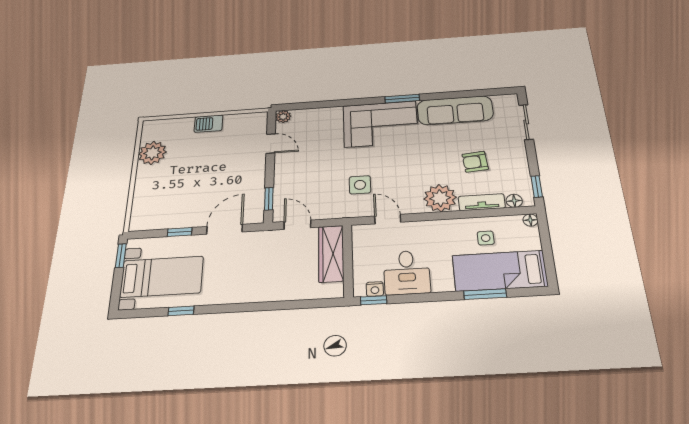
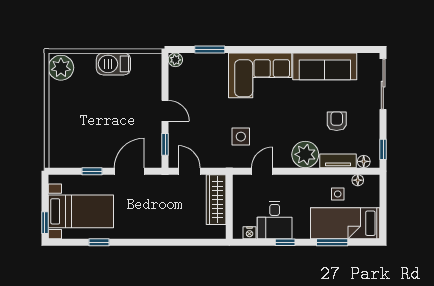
window: (402, 99) -> (210, 49), moved
sliding door: (526, 122) -> (383, 84), width x1.37
barbecue: (208, 124) -> (113, 64), width x1.38, depth x1.27
door: (271, 143) -> (165, 111), moved
plant: (152, 153) -> (61, 68), moved
armchair: (475, 162) -> (337, 121), turned 95
door: (388, 219) -> (262, 171), hinge flipped
floor lamp: (530, 220) -> (358, 180), moved
window: (121, 256) -> (45, 223), moved
window: (374, 300) -> (285, 242), moved

